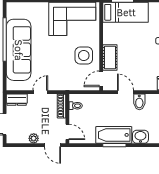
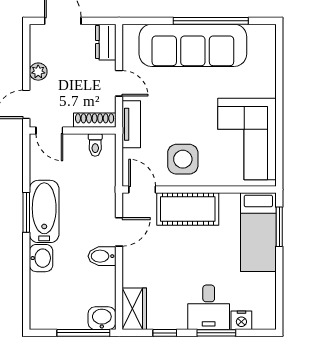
cot: (110, 57) -> (188, 209), width x1.37, depth x1.34
tv unit: (64, 85) -> (131, 124), added
door: (67, 132) -> (49, 130), hinge flipped

